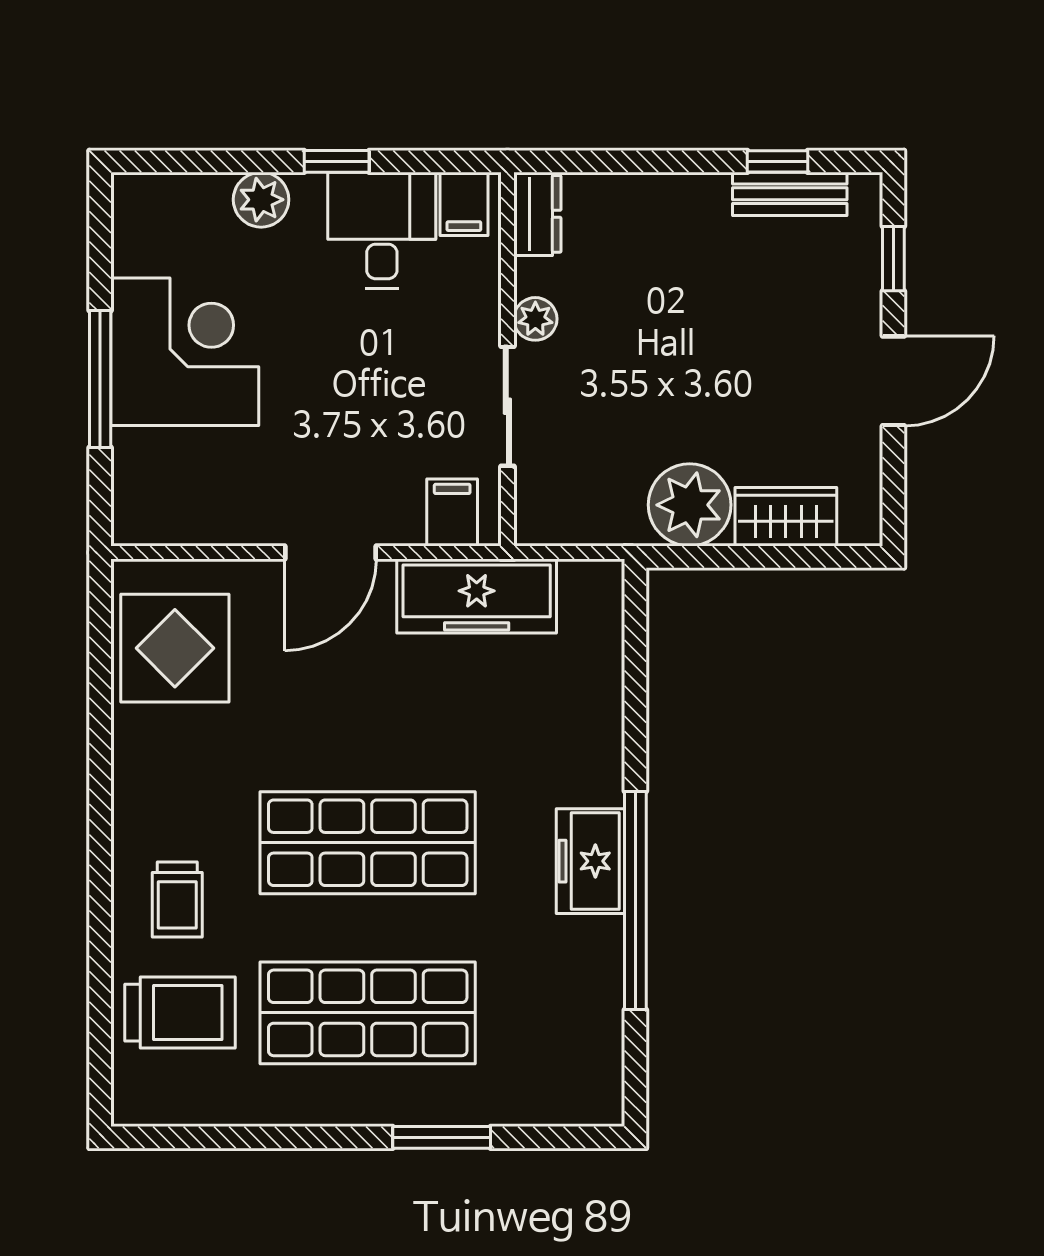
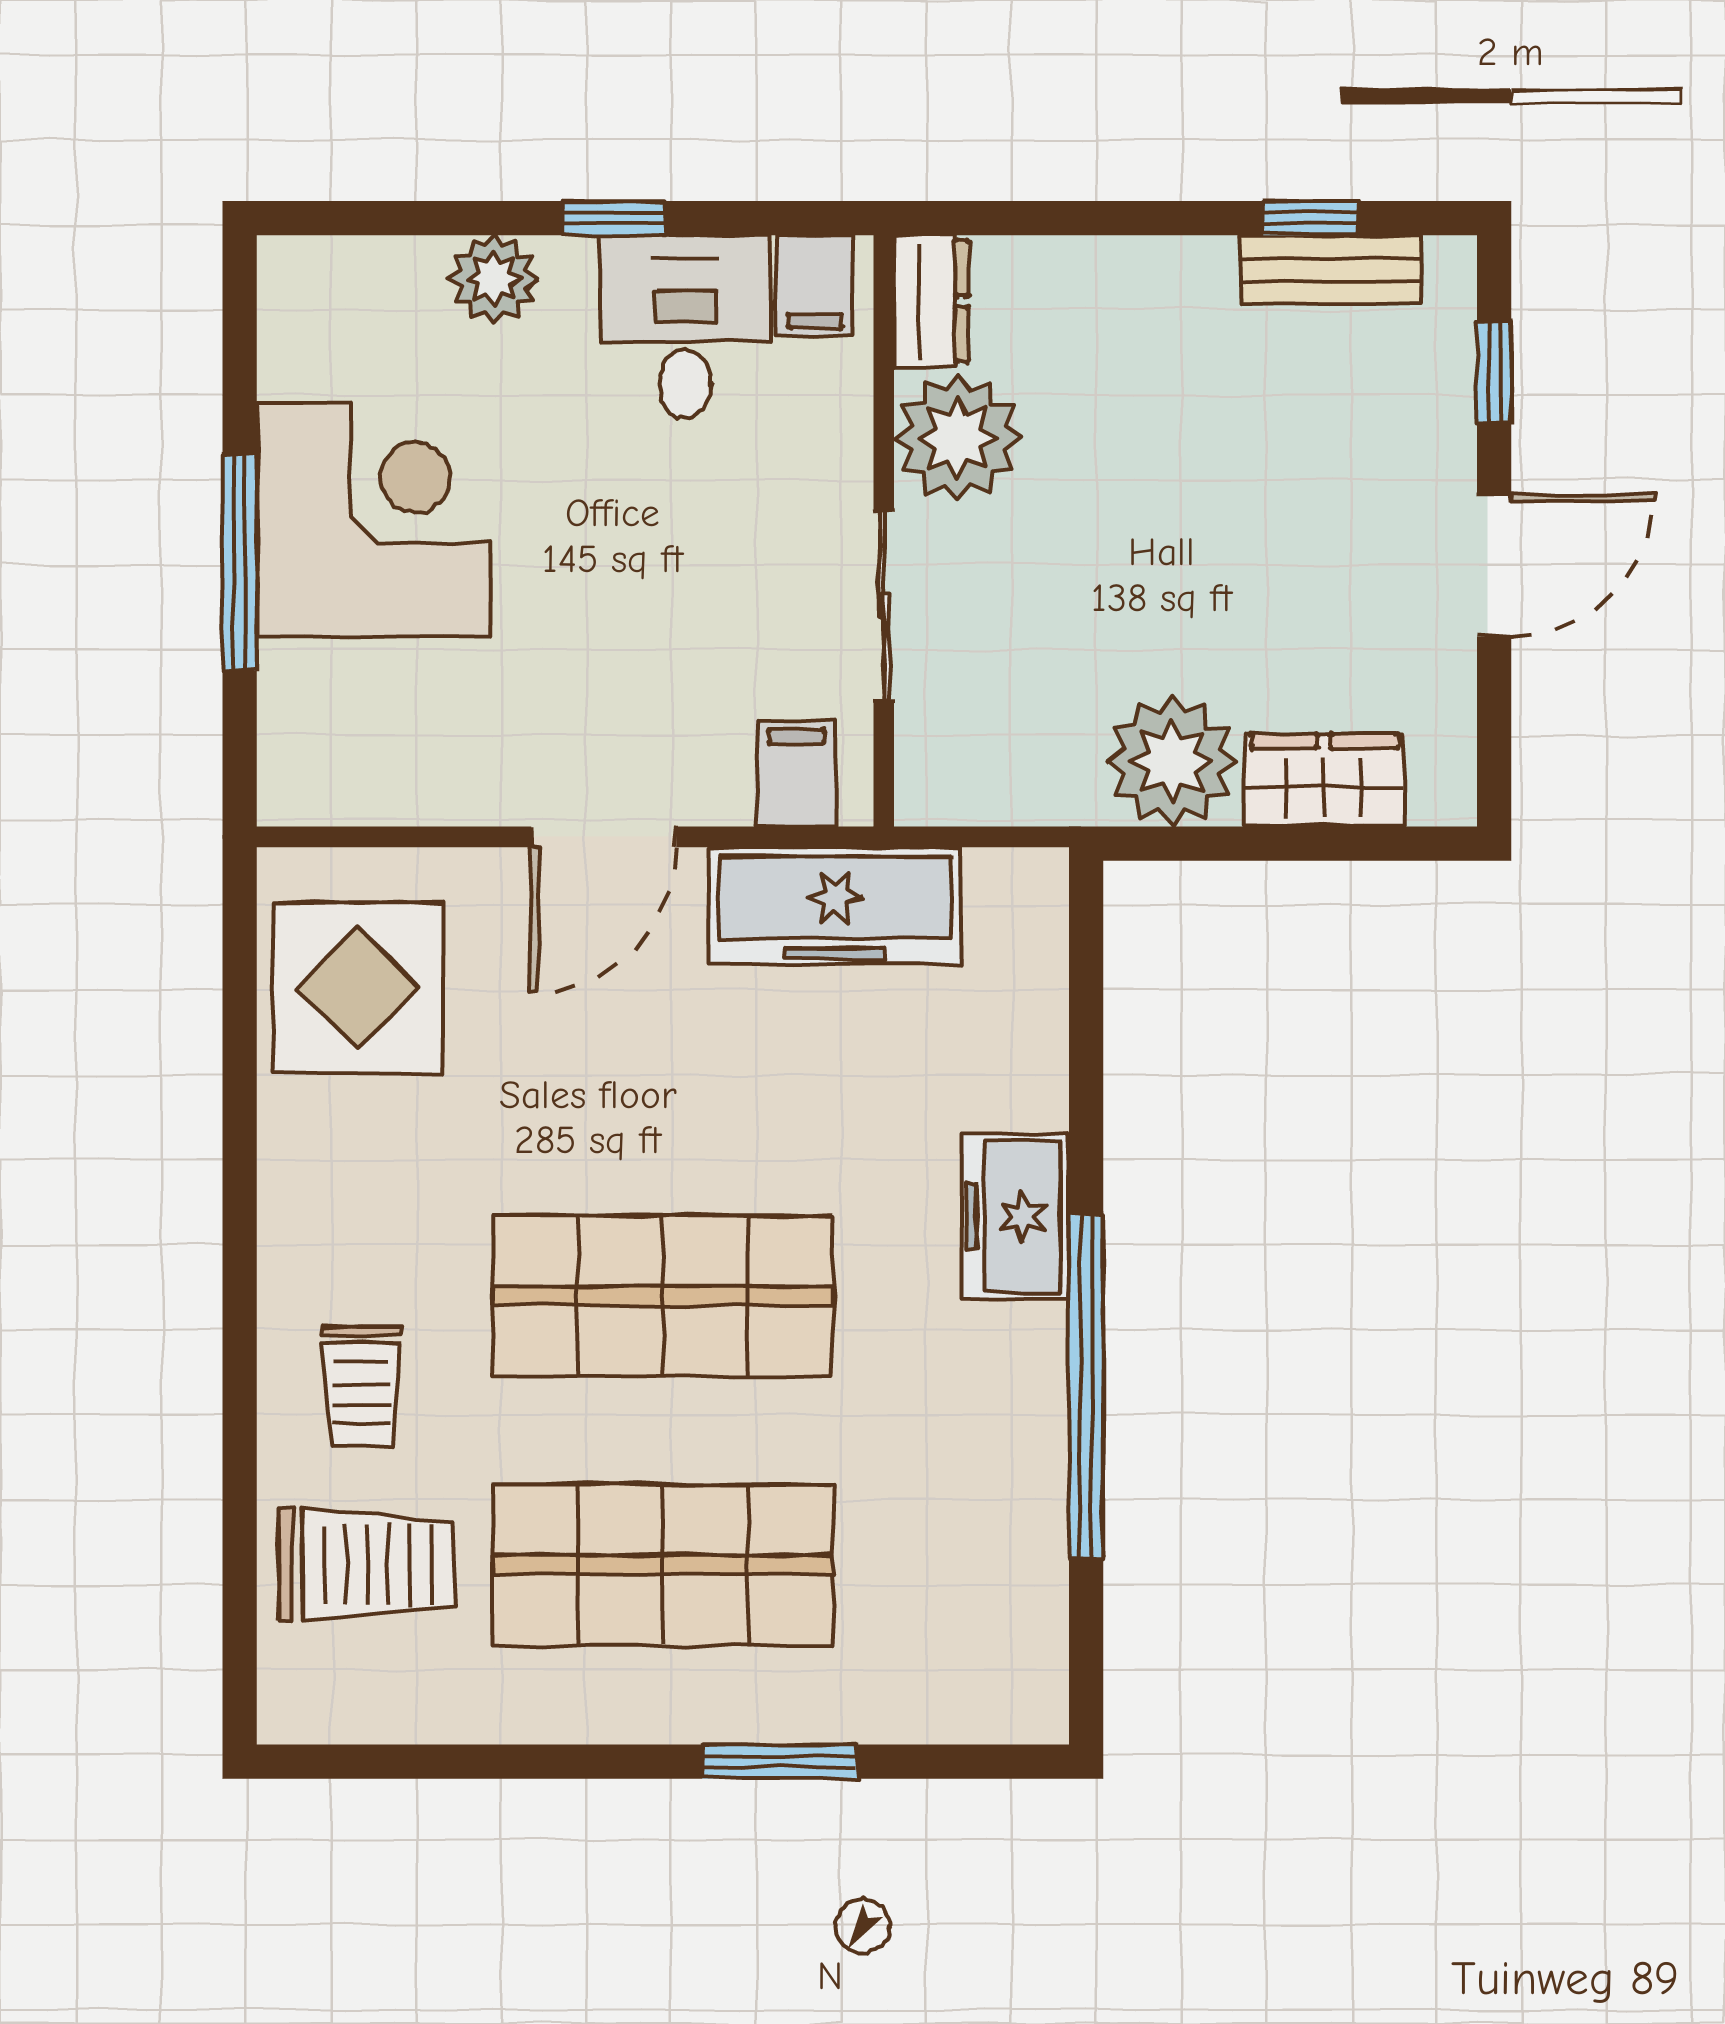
plant: (535, 319) -> (958, 438), width x1.87, depth x1.87
freezer: (590, 861) -> (1015, 1217), moved

